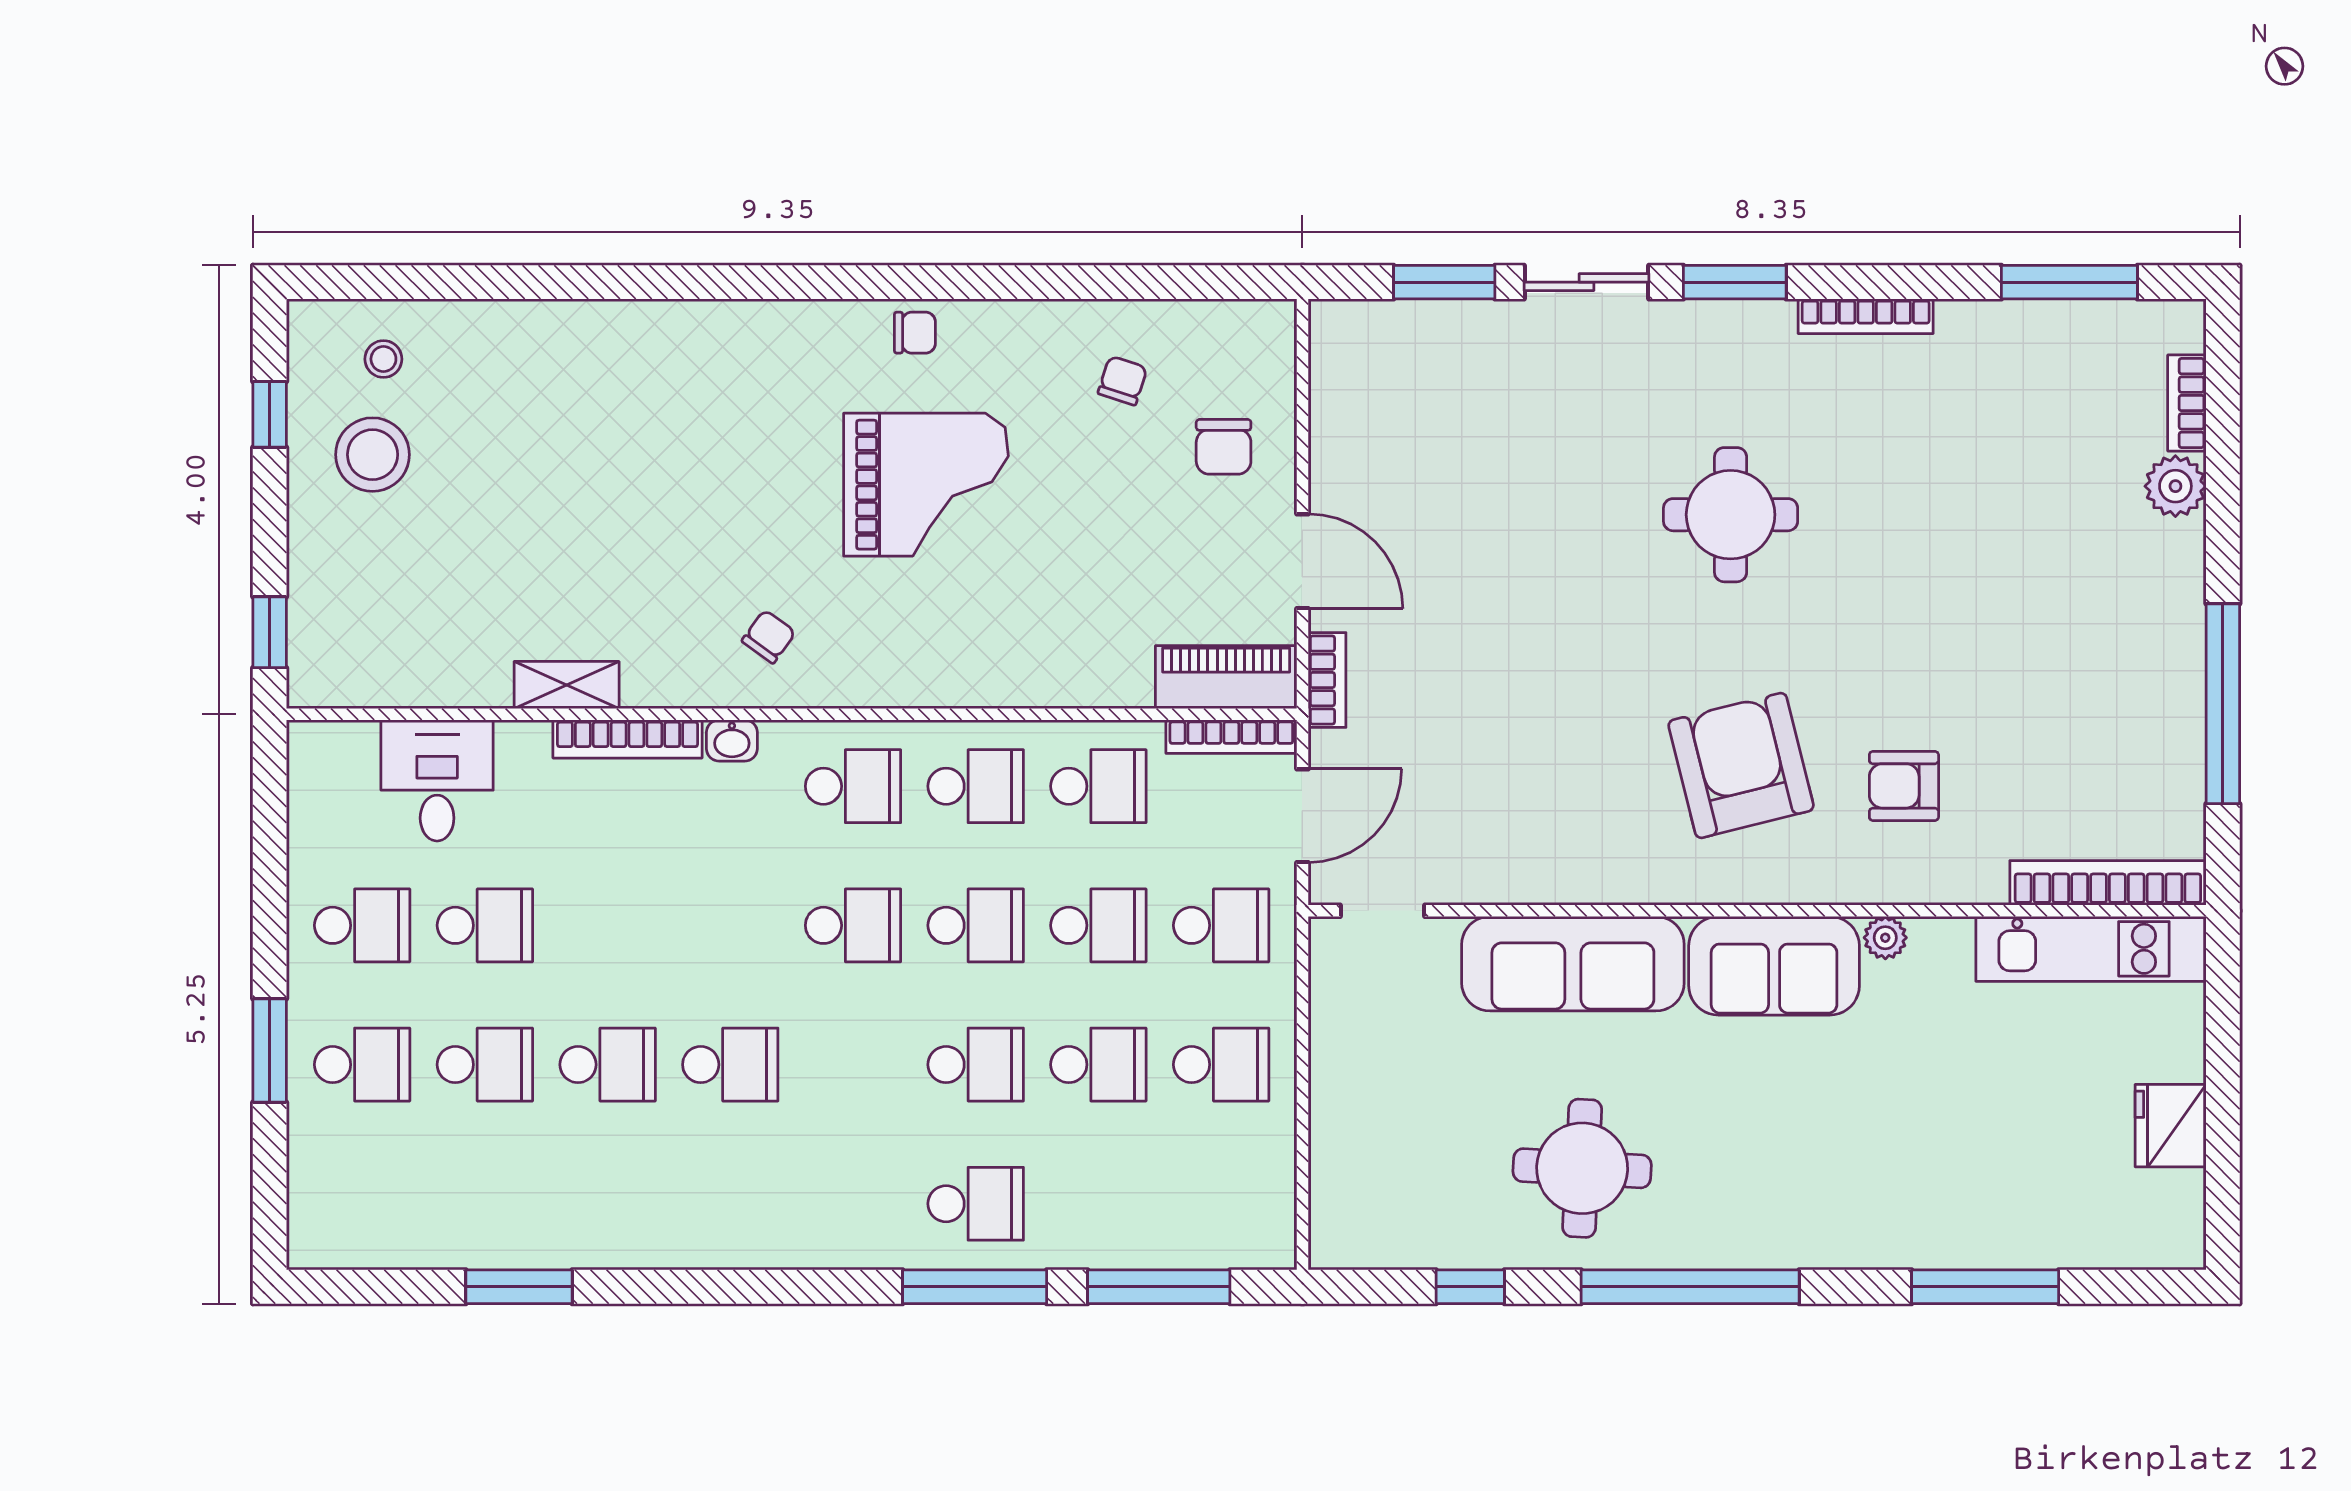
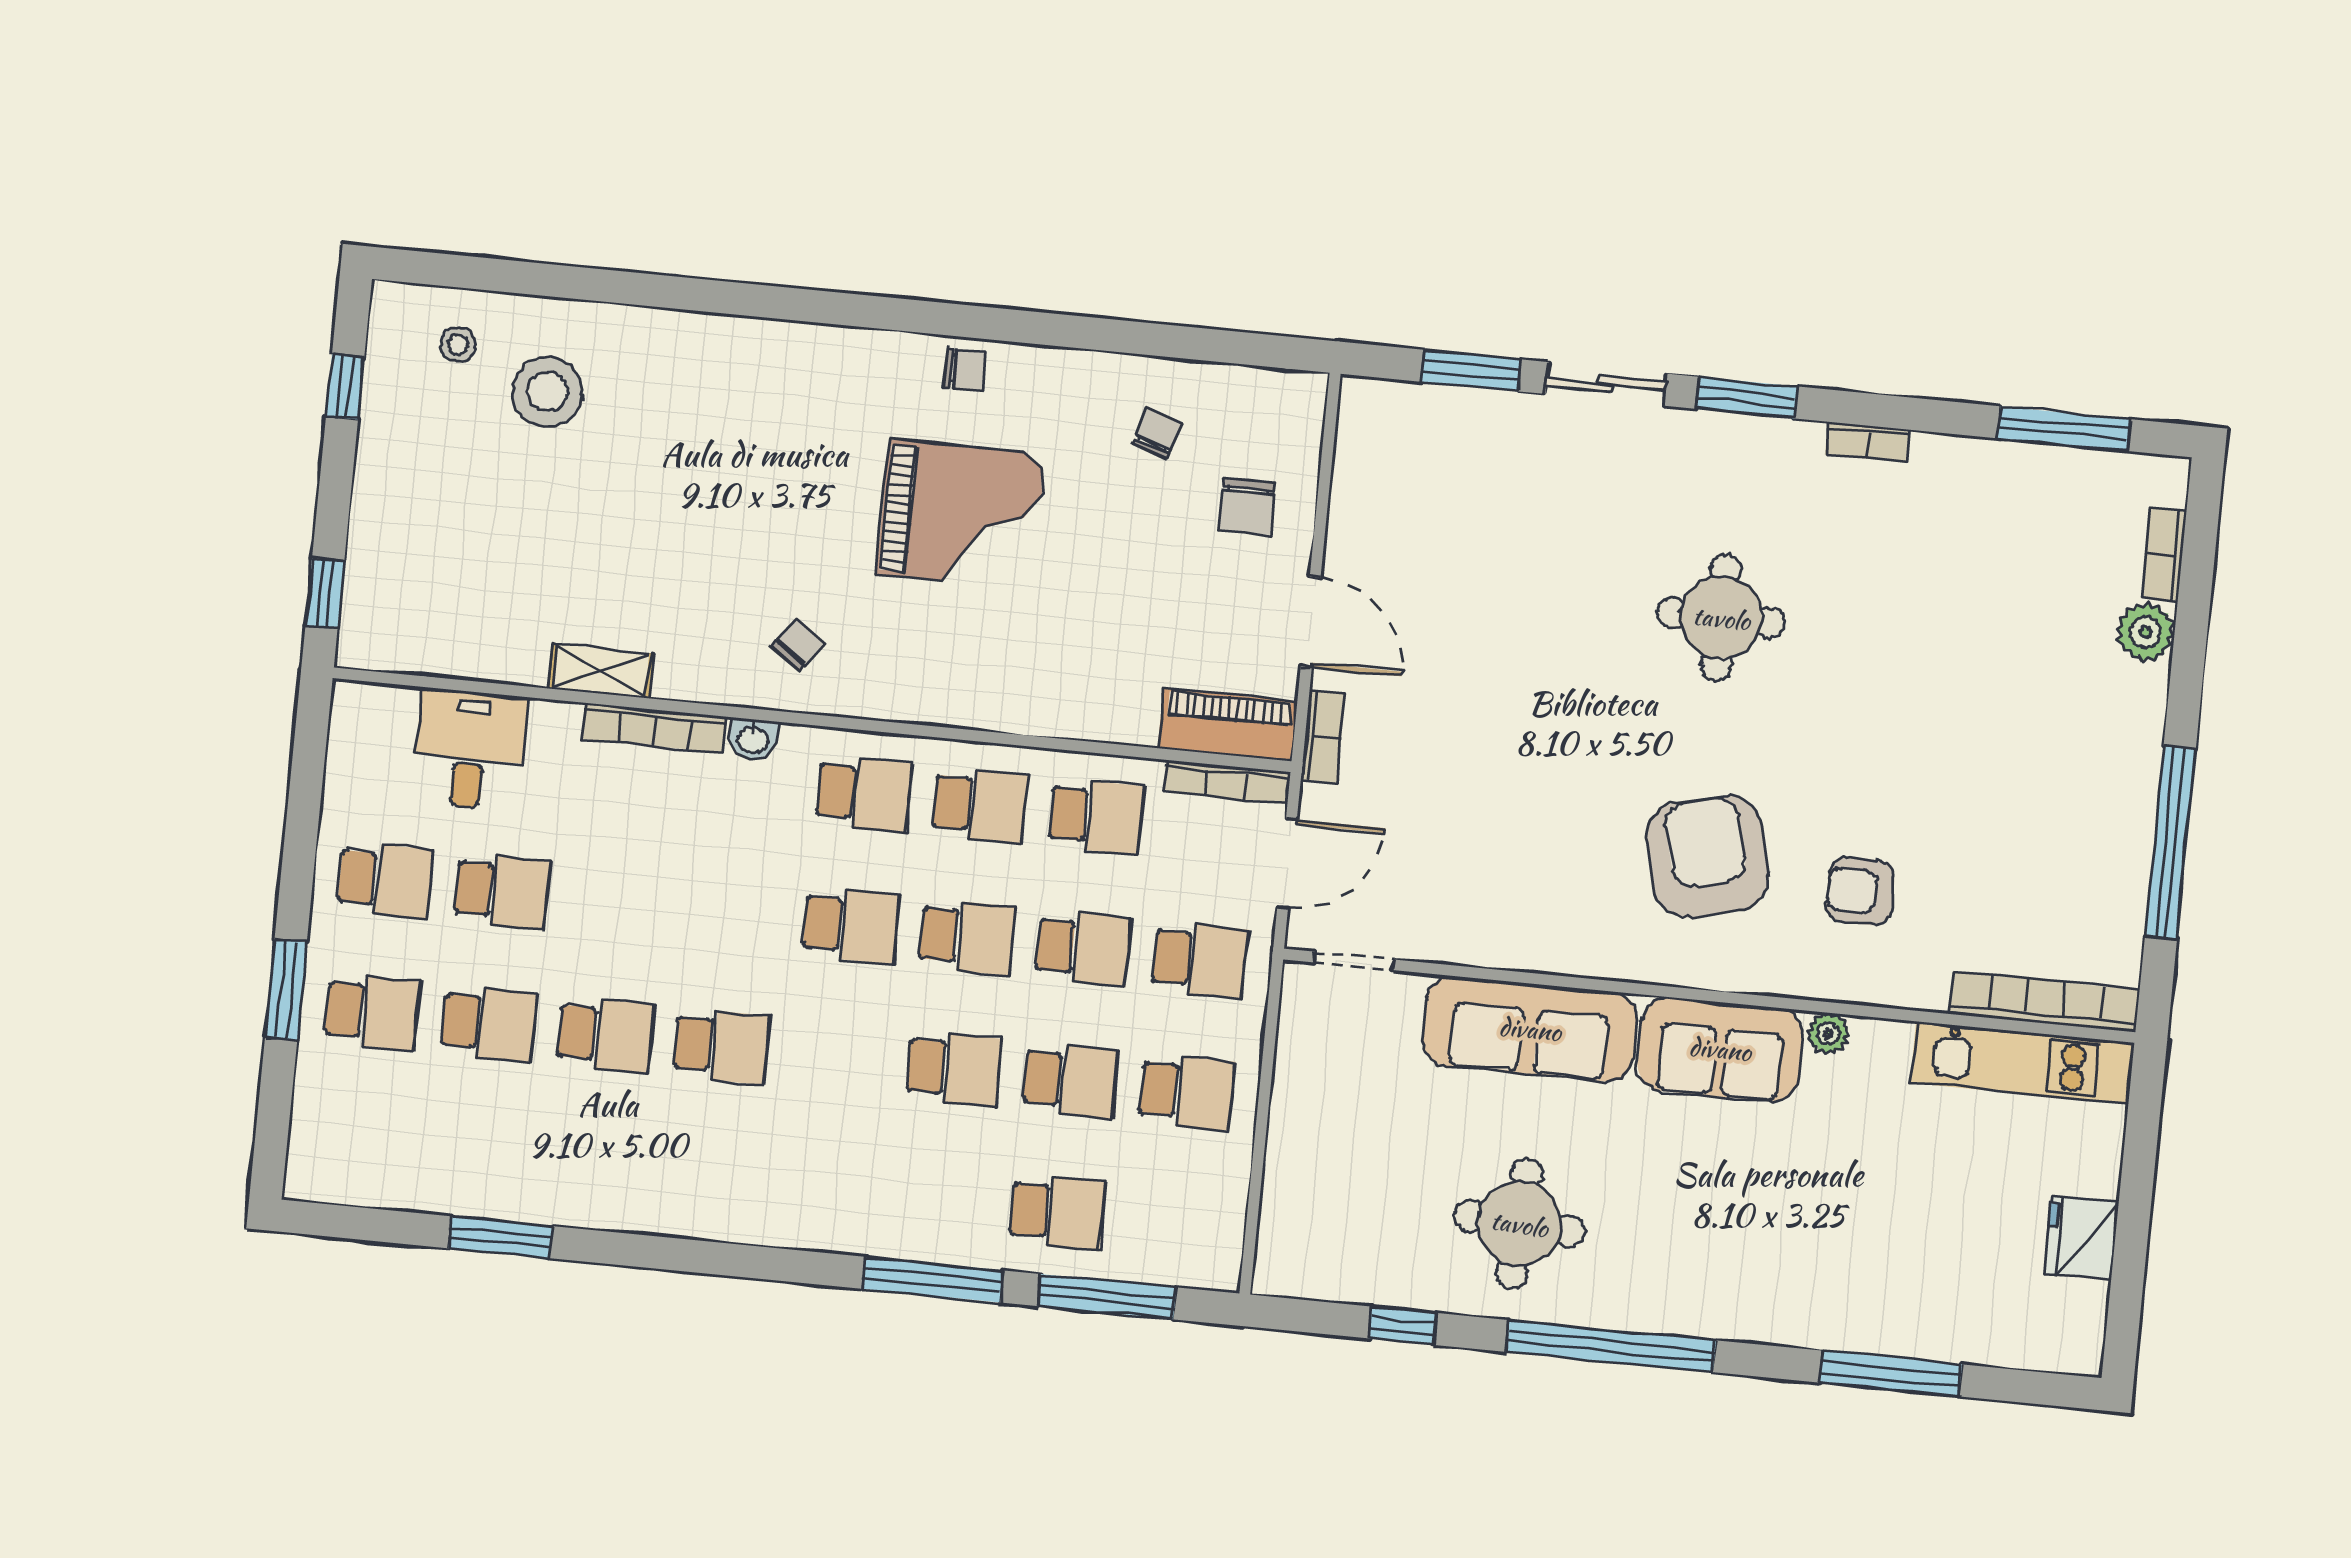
bookcase: (1866, 316) -> (1868, 442), width x0.64
stool: (373, 455) -> (548, 392), moved
school desk: (976, 1204) -> (1058, 1212), moved

